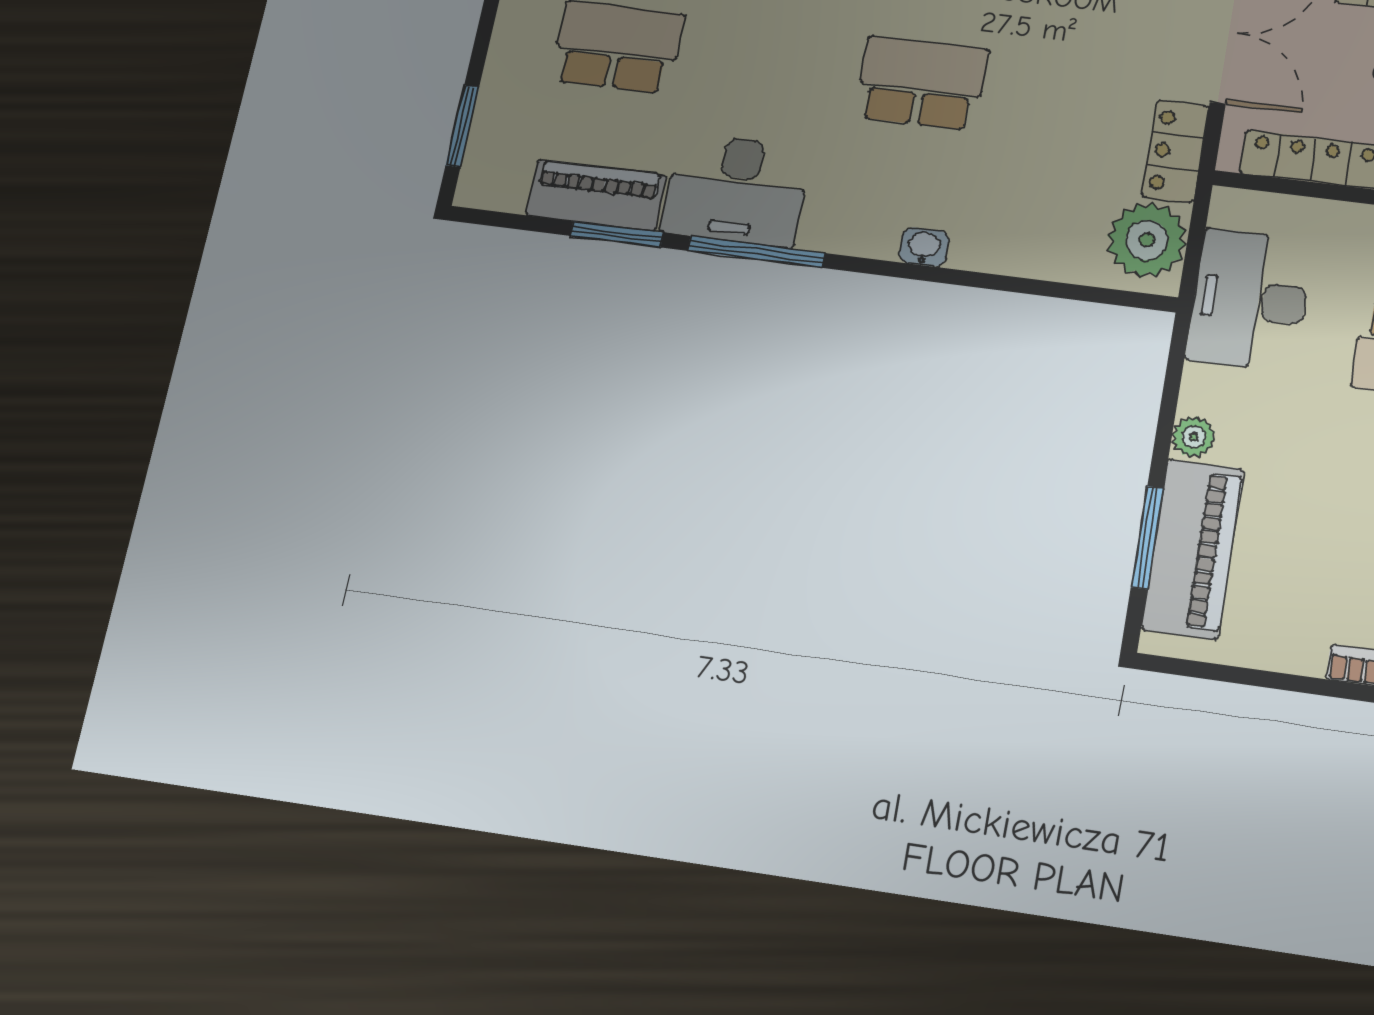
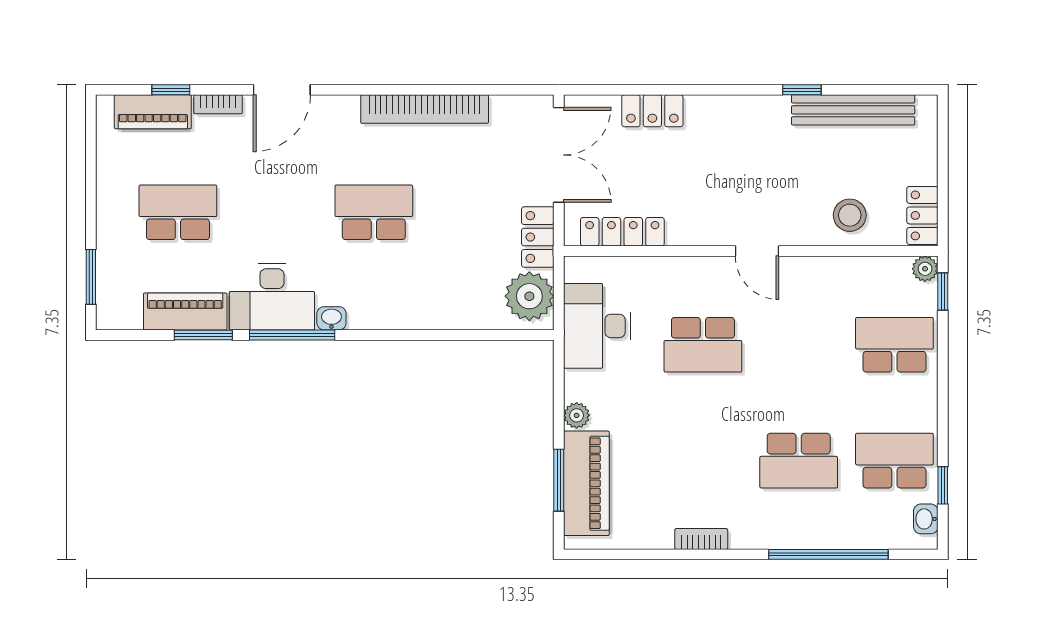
washbasin: (924, 247) -> (331, 318), moved

